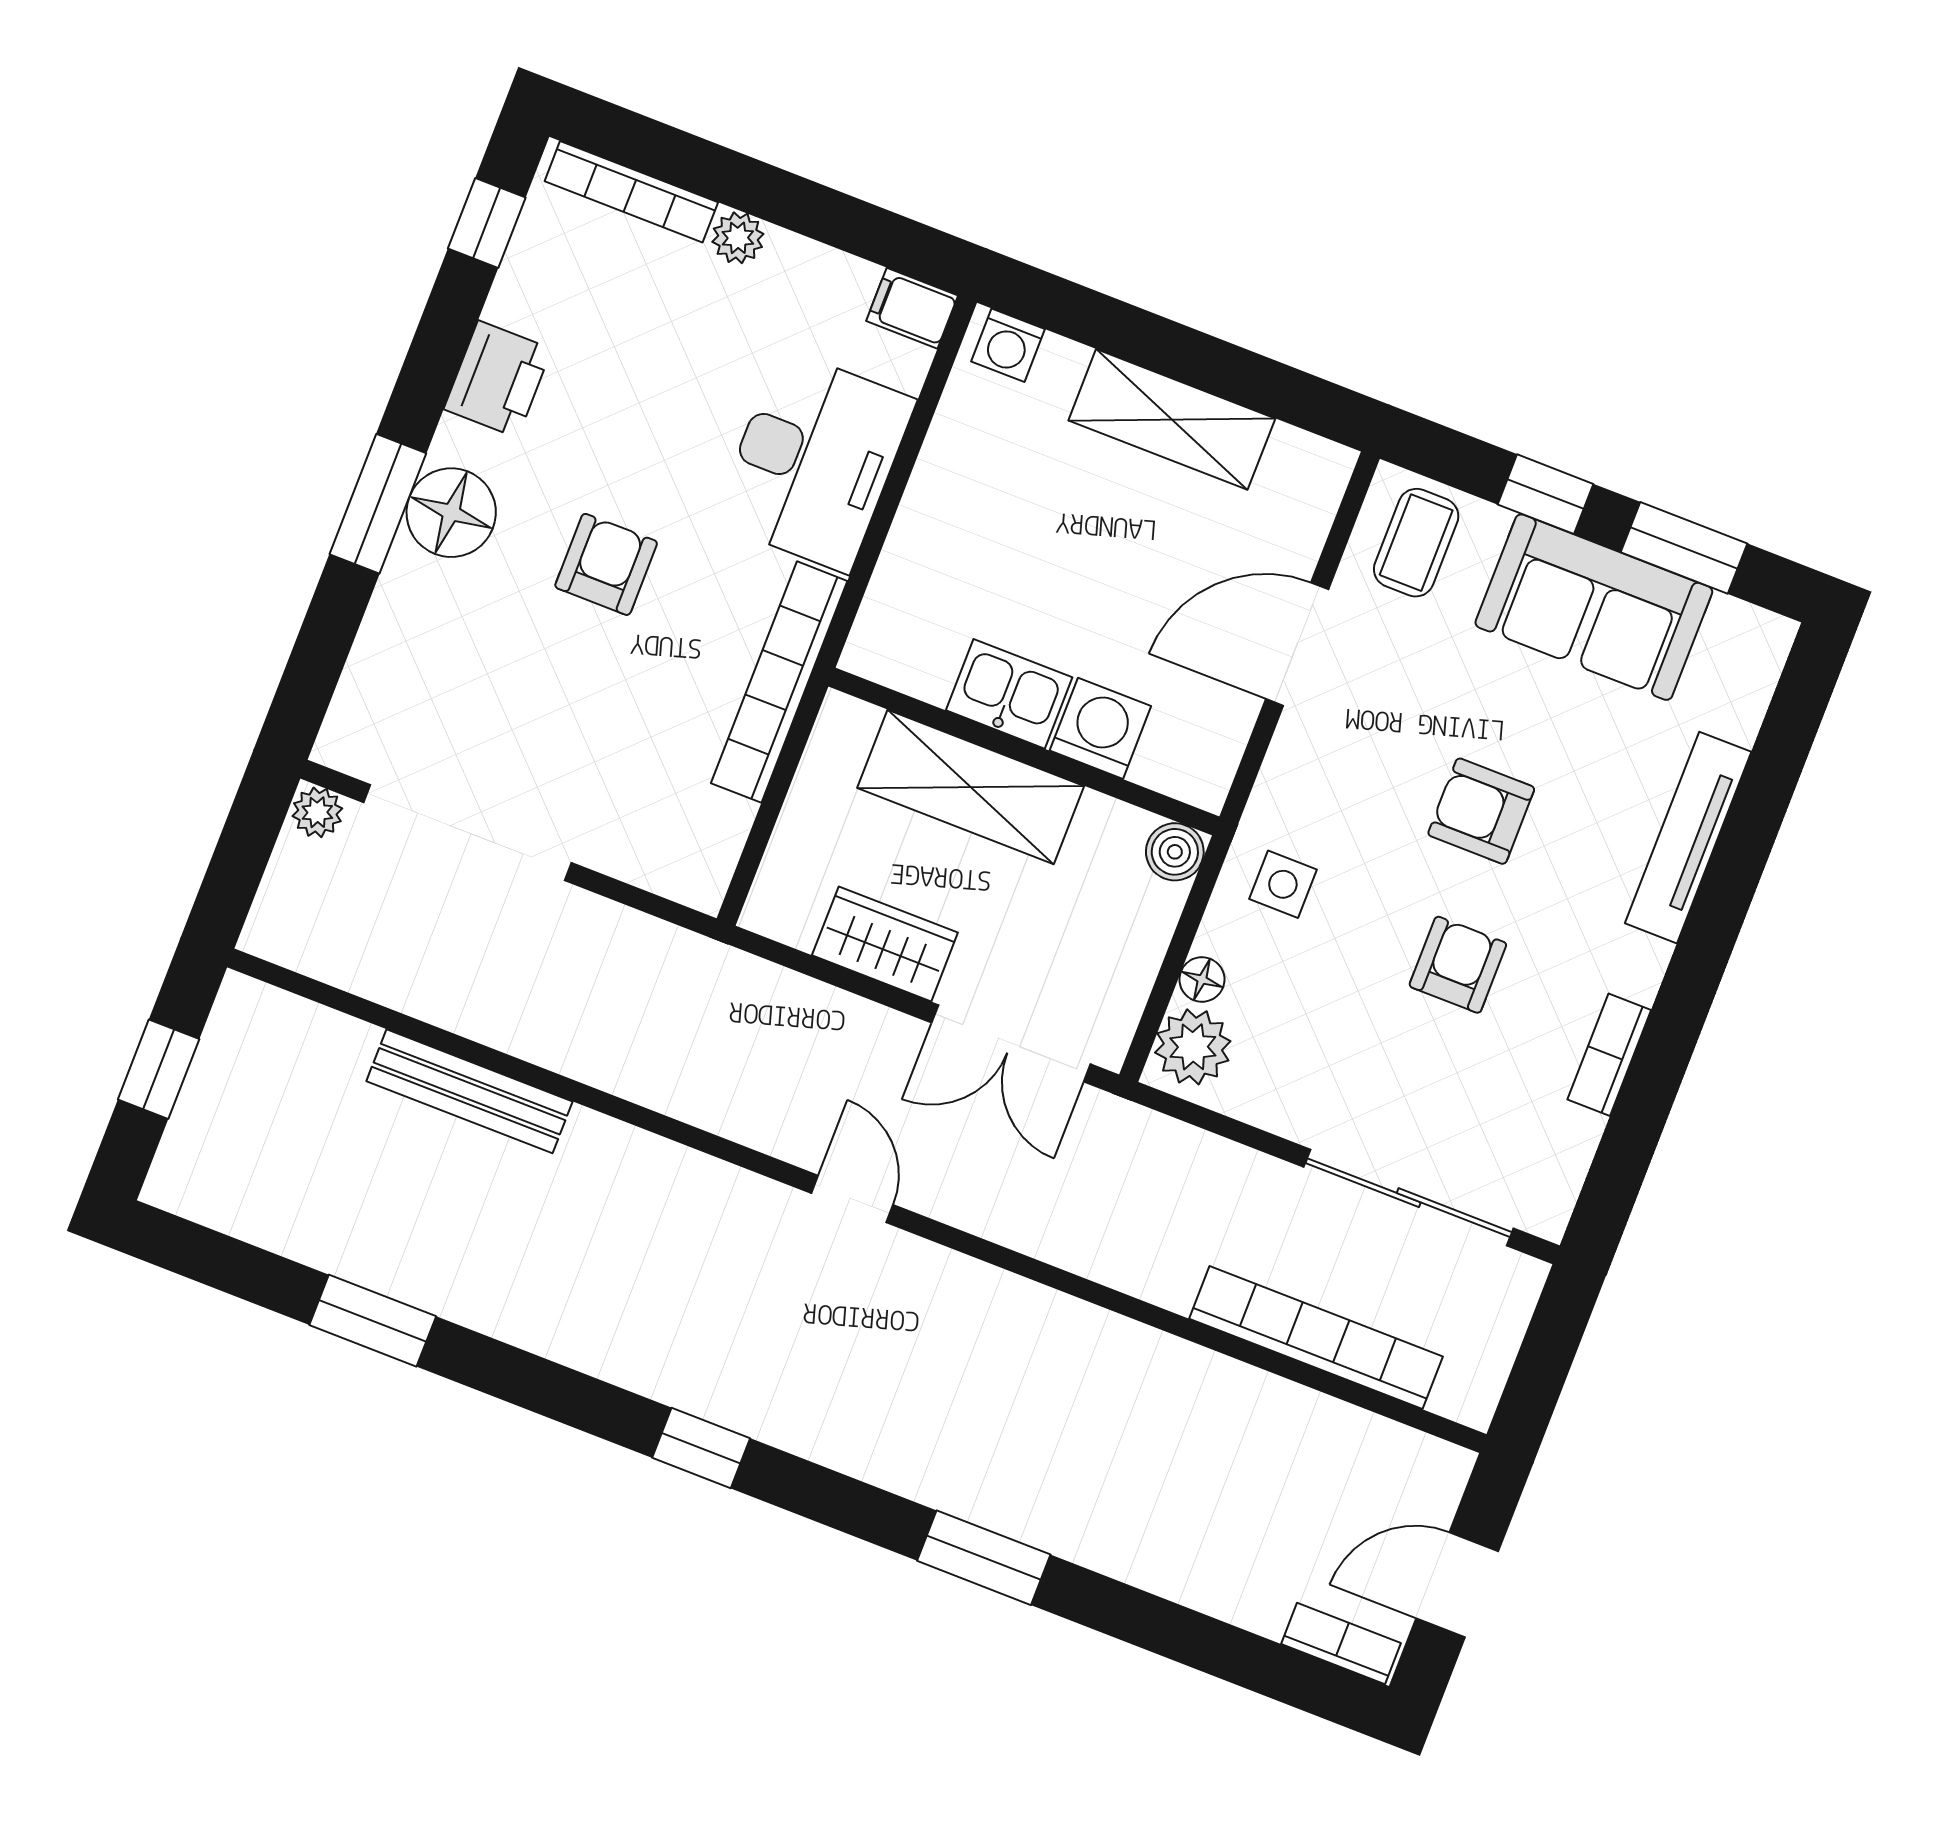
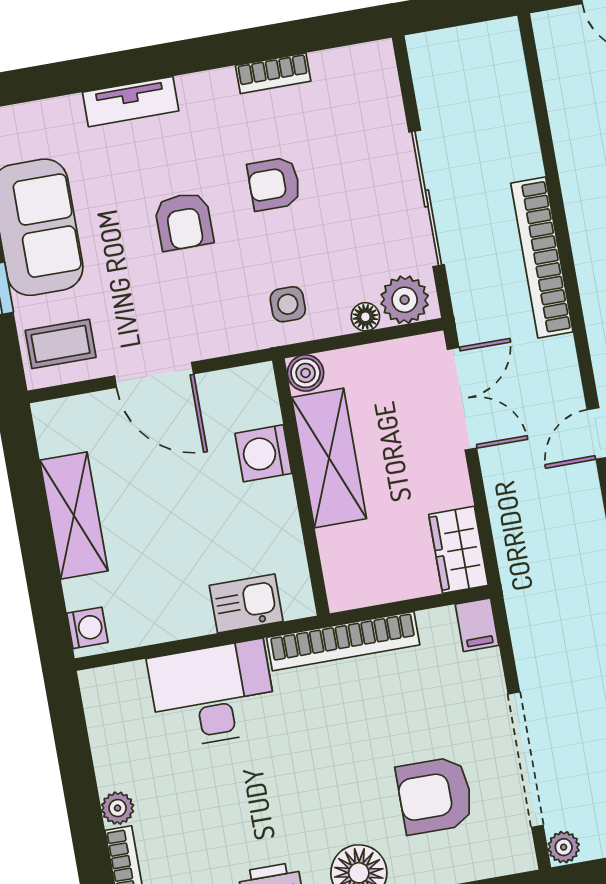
filing cabinet: (912, 308) -> (477, 625), moved
armchair: (606, 564) -> (435, 795), moved, width x1.38, depth x1.38
kitchen sink: (1009, 694) -> (246, 603), moved, turned 90
shelving: (971, 787) -> (329, 458), moved
tv unit: (1688, 838) -> (131, 102), width x0.71
wardrobe: (885, 944) -> (458, 550), moved
sliding door: (1409, 1198) -> (427, 198), moved
bookcase: (1316, 1338) -> (542, 257), moved

